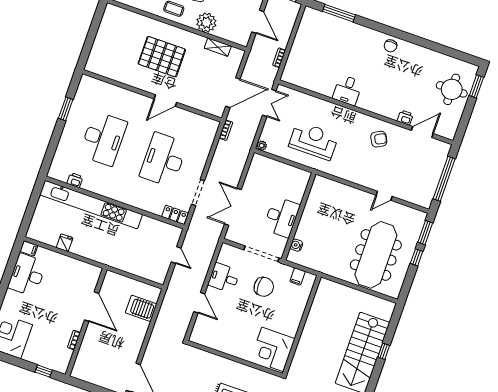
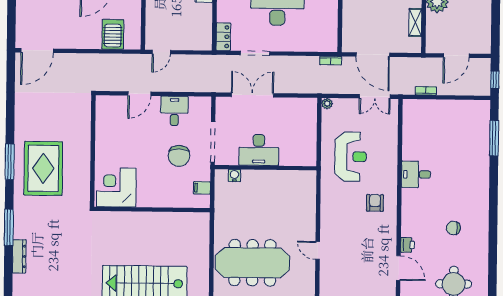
chair: (391, 46) -> (453, 228), moved
armchair: (379, 139) -> (375, 203), moved, turned -152
door: (176, 255) -> (161, 52), moved

